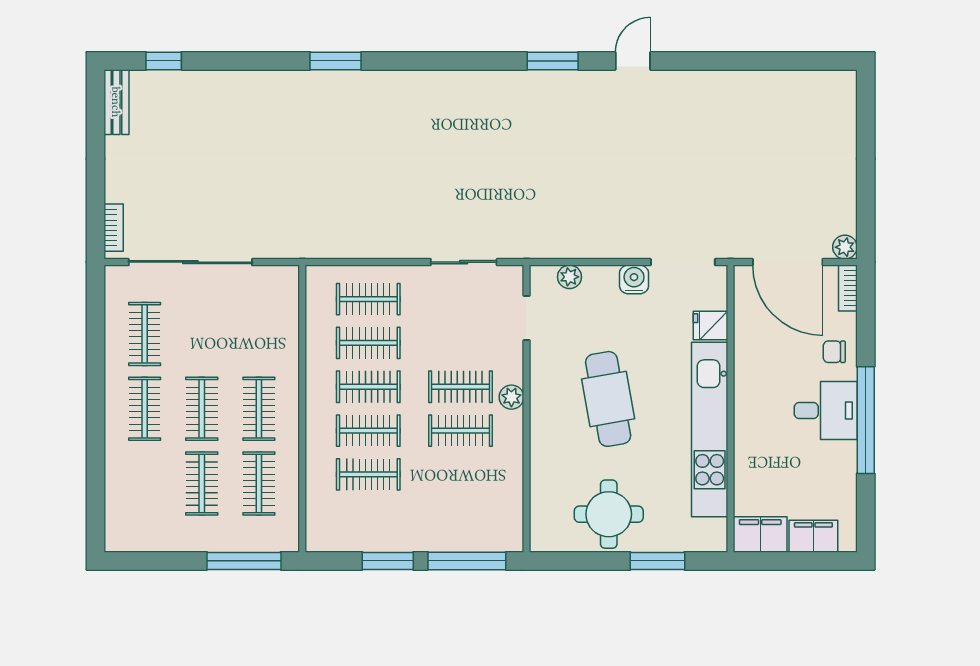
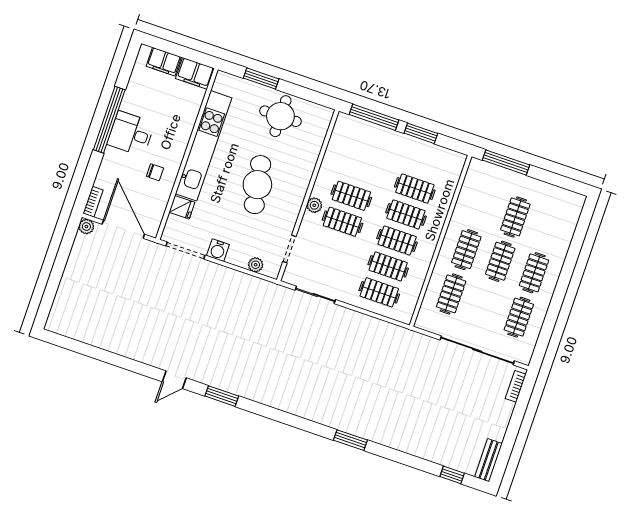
chair: (834, 352) -> (155, 172), moved
clothes rail: (259, 483) -> (451, 294), moved

